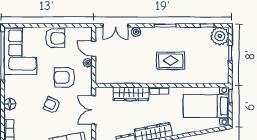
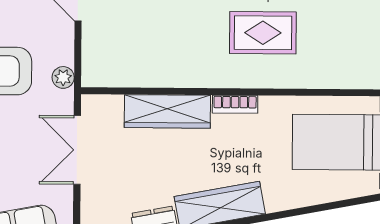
plant: (88, 63) -> (63, 77), moved

